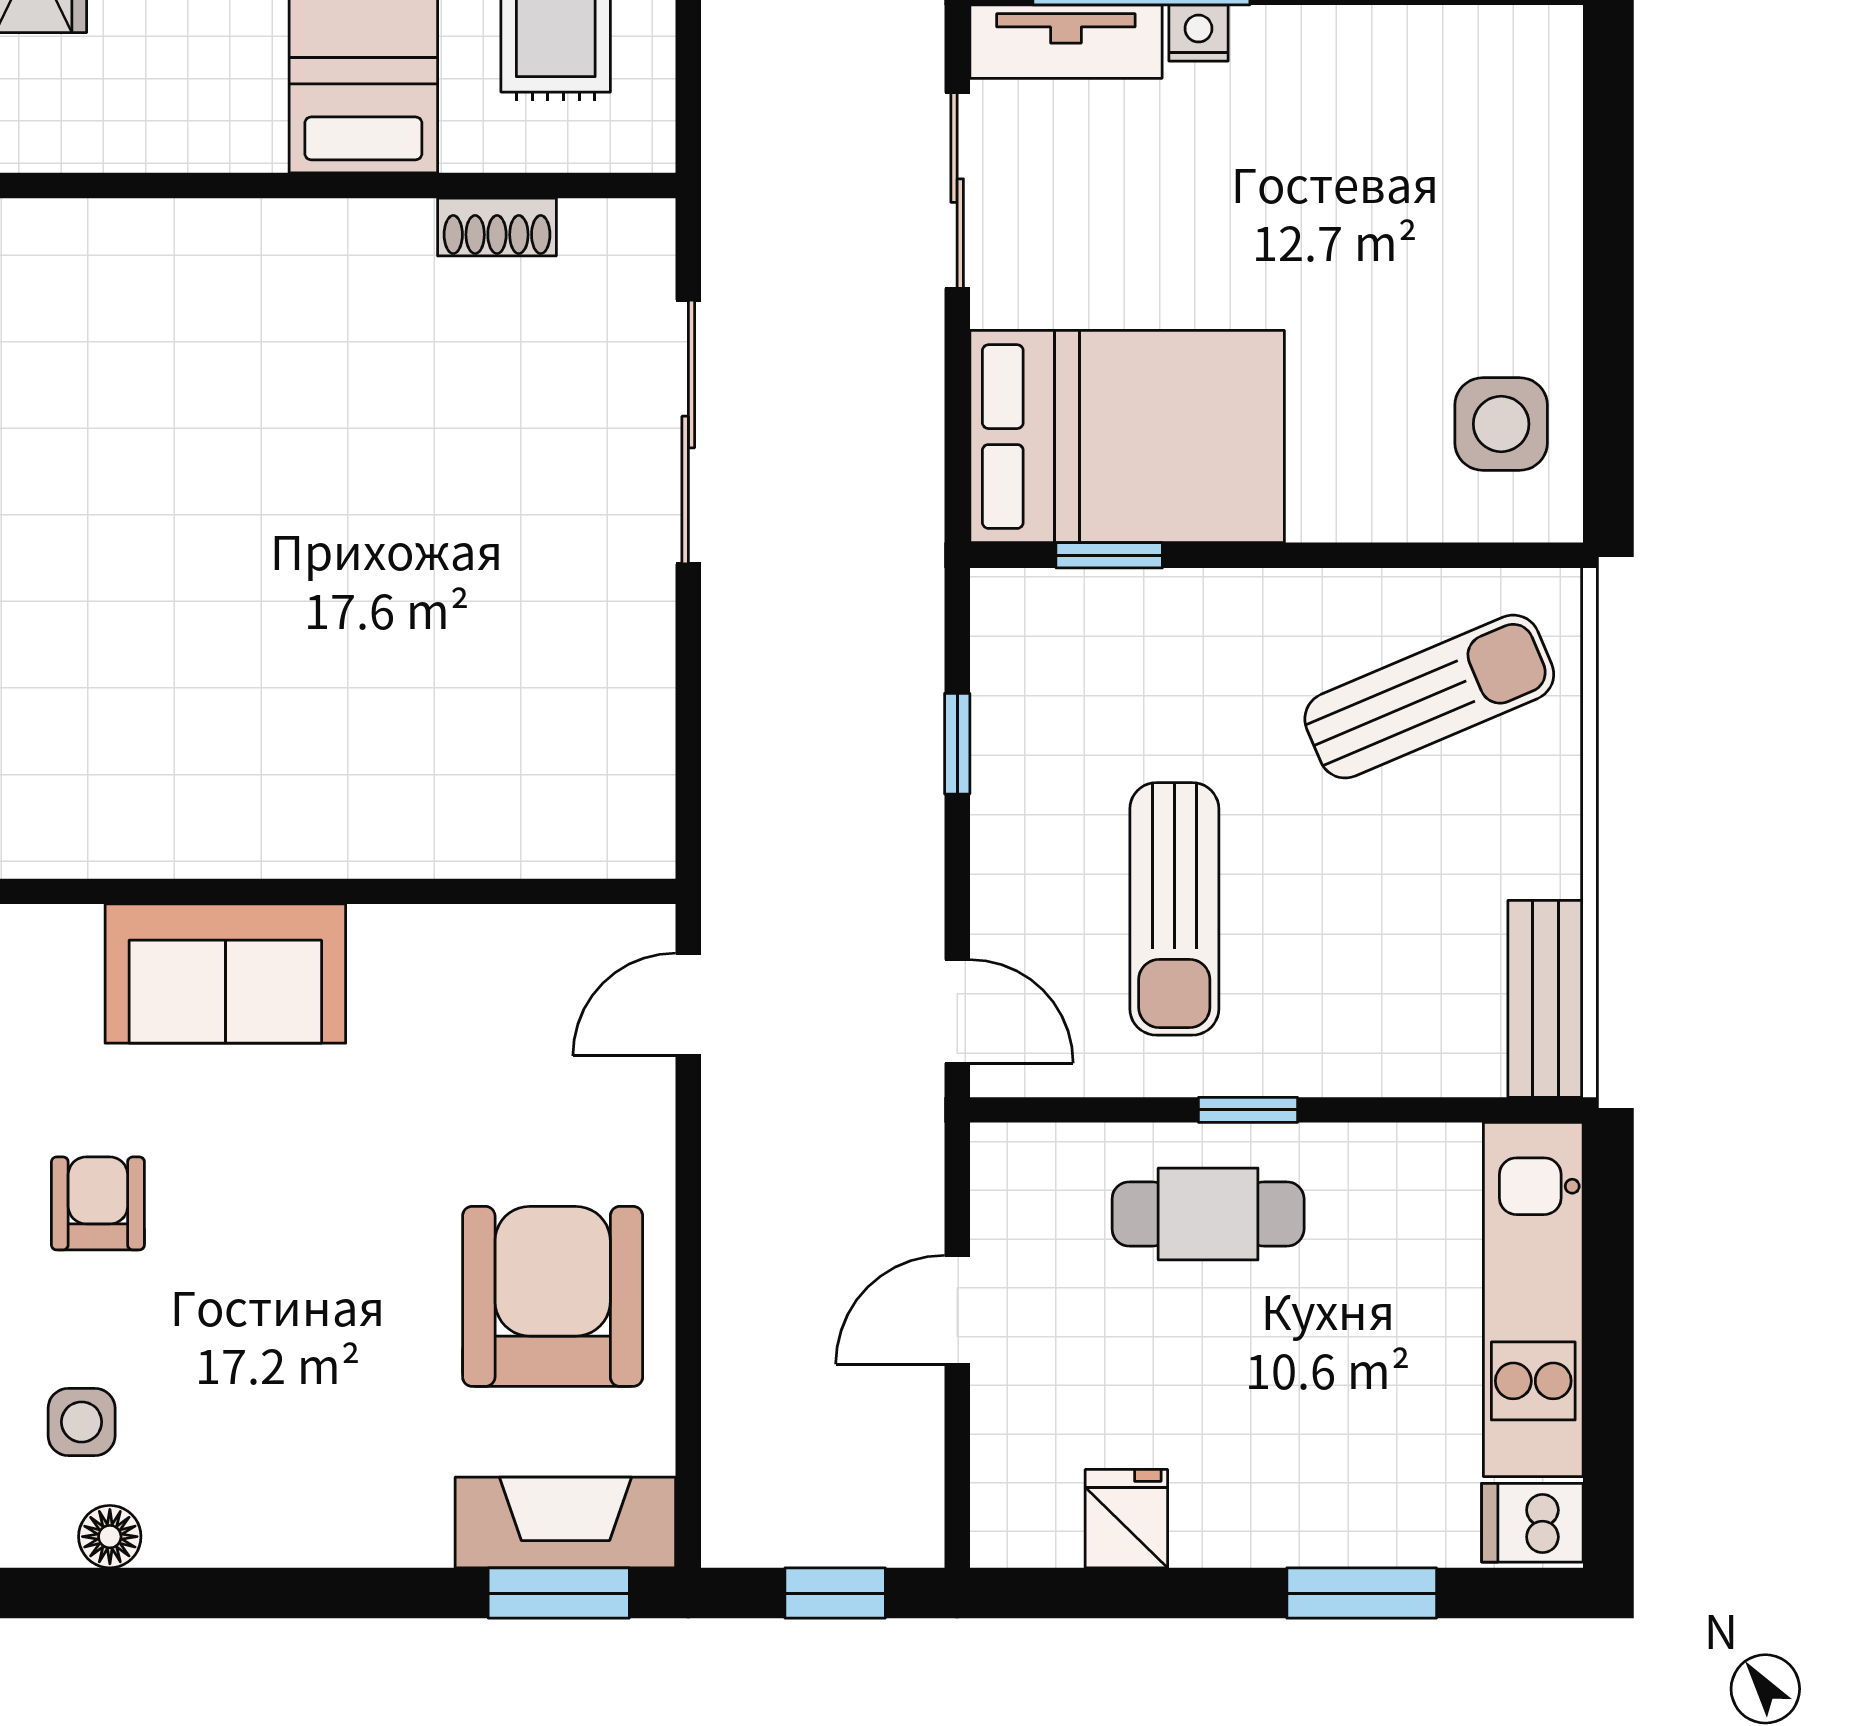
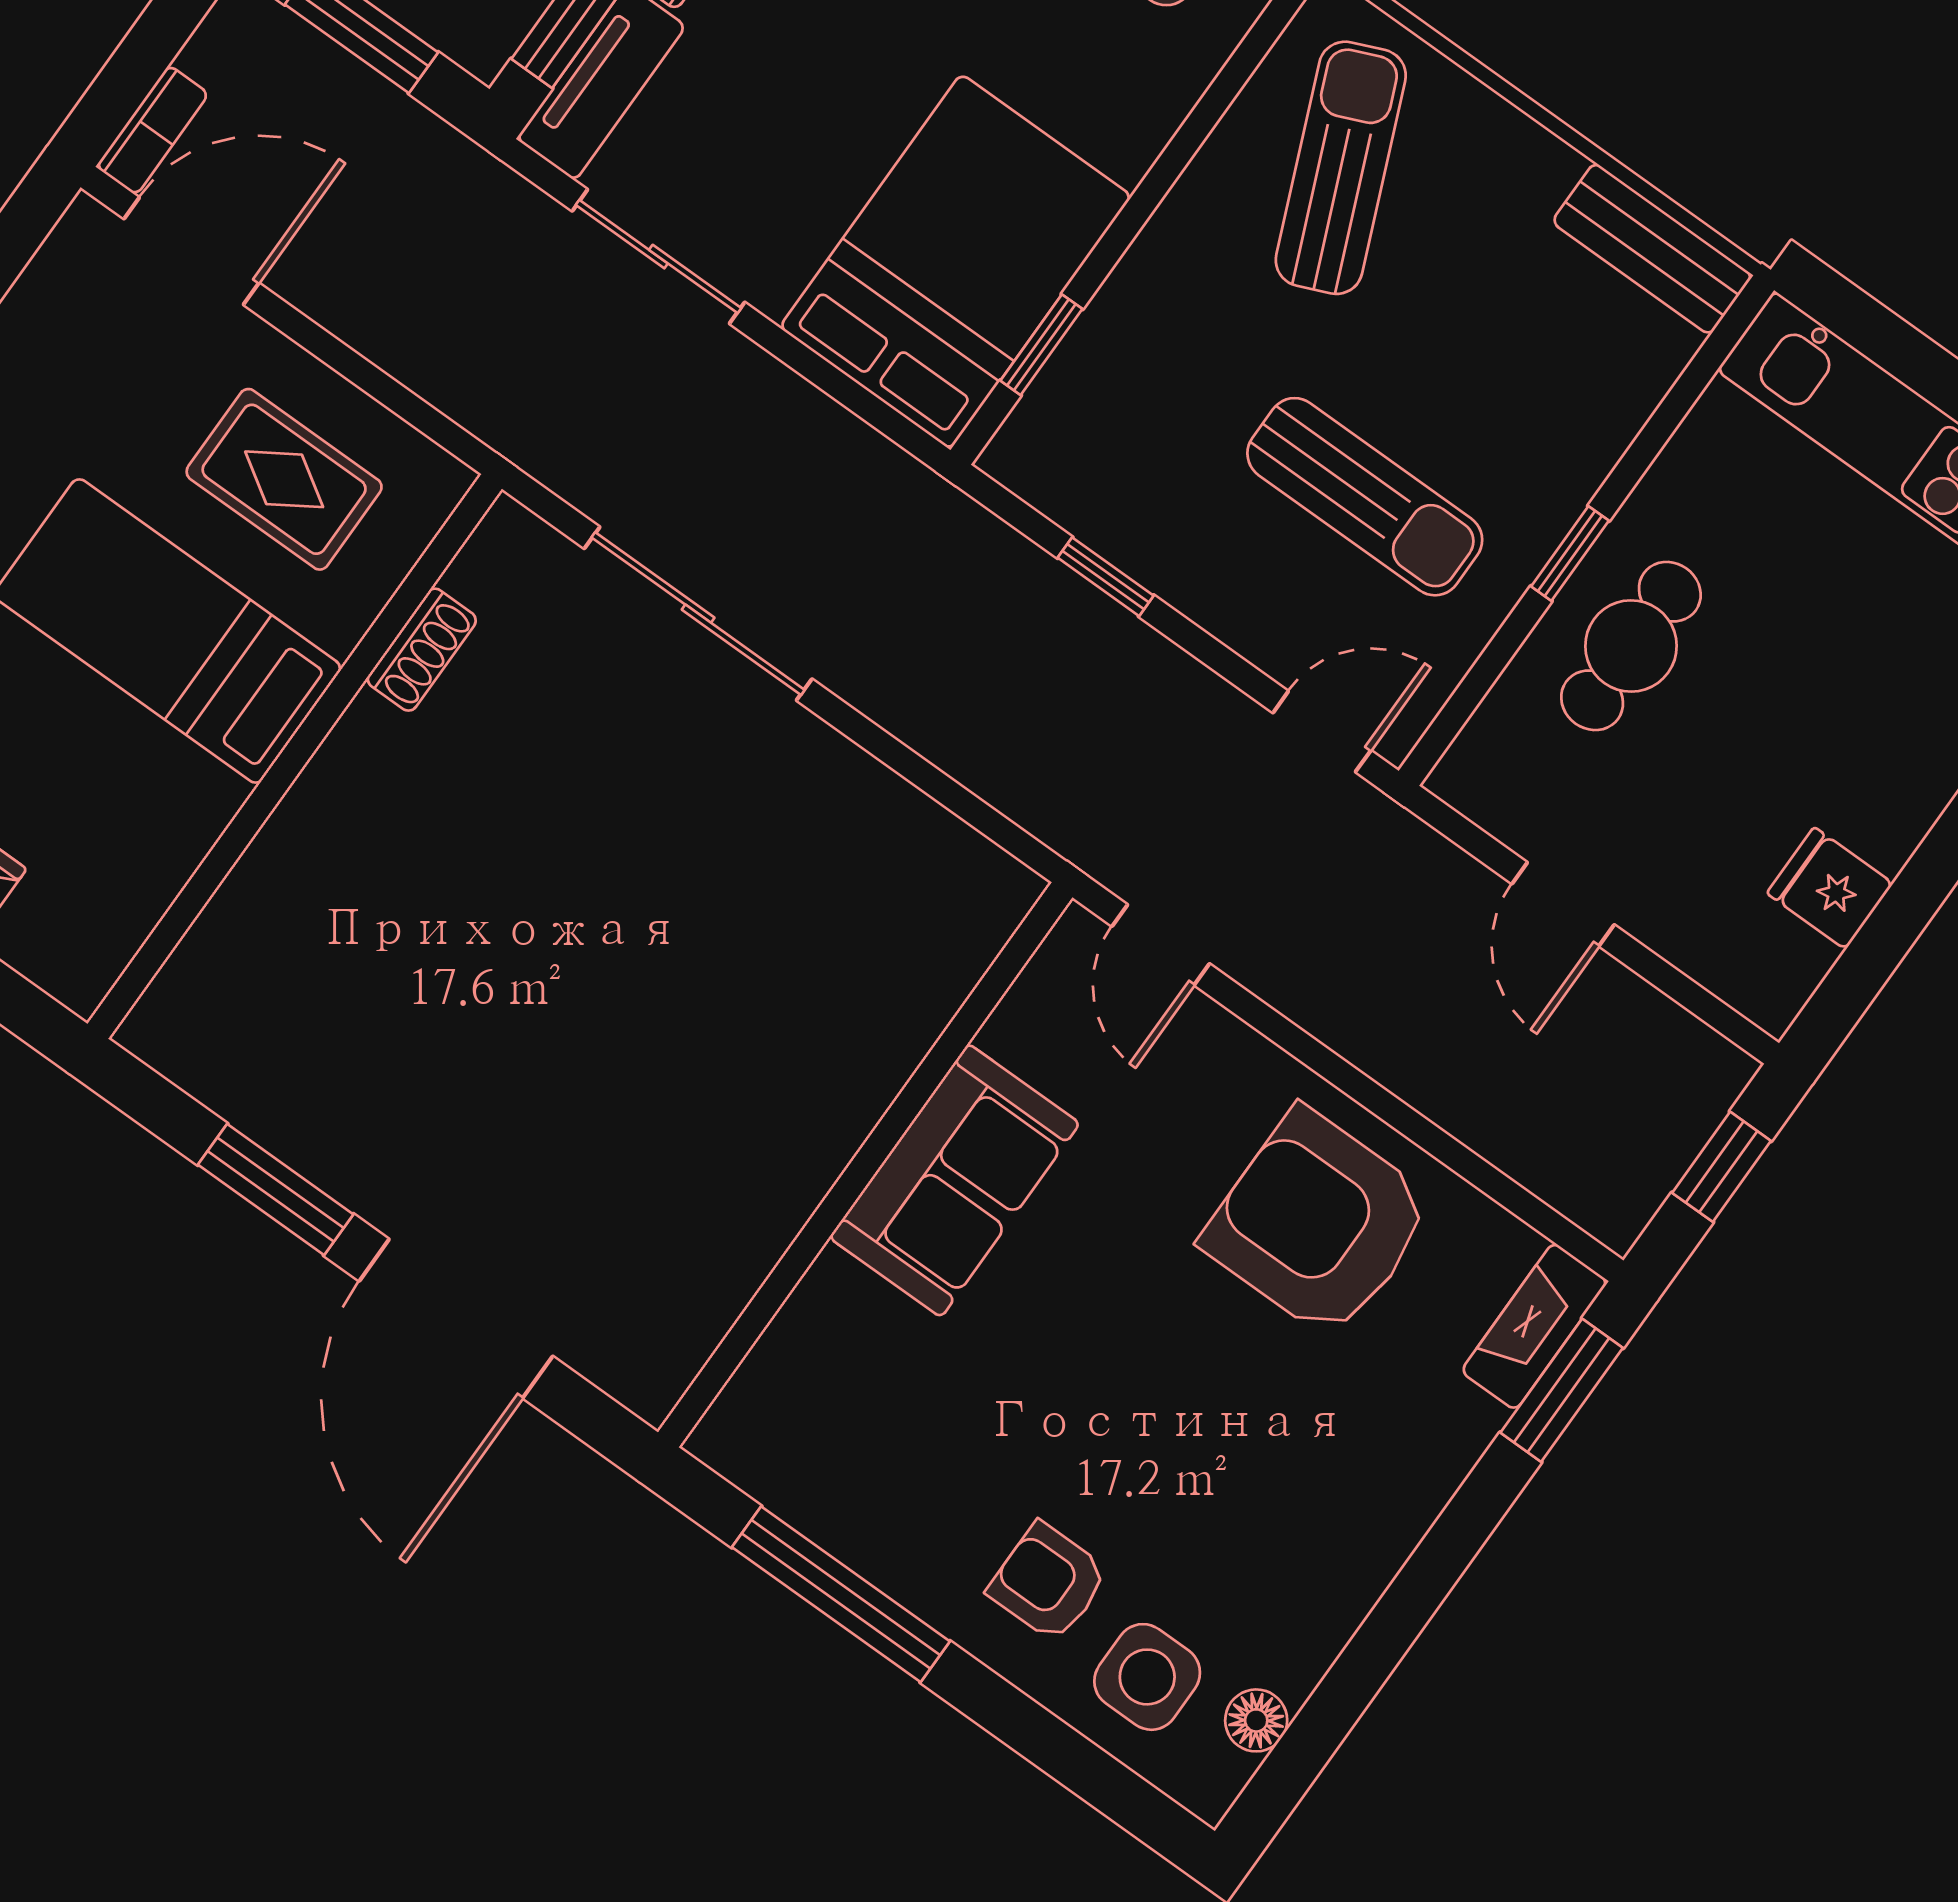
sofa: (225, 974) -> (954, 1180), moved
armchair: (98, 1203) -> (1048, 1582), moved
side table: (82, 1422) -> (1147, 1677), width x1.37, depth x1.37
fireplace: (565, 1522) -> (1534, 1326), width x0.73, depth x0.76

